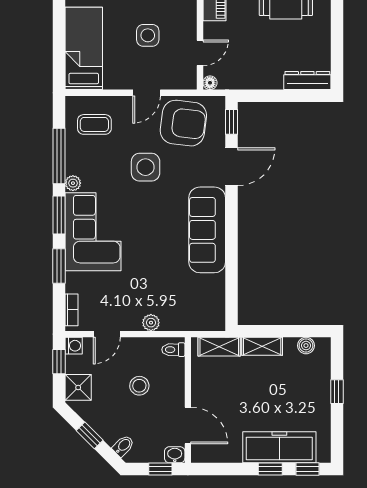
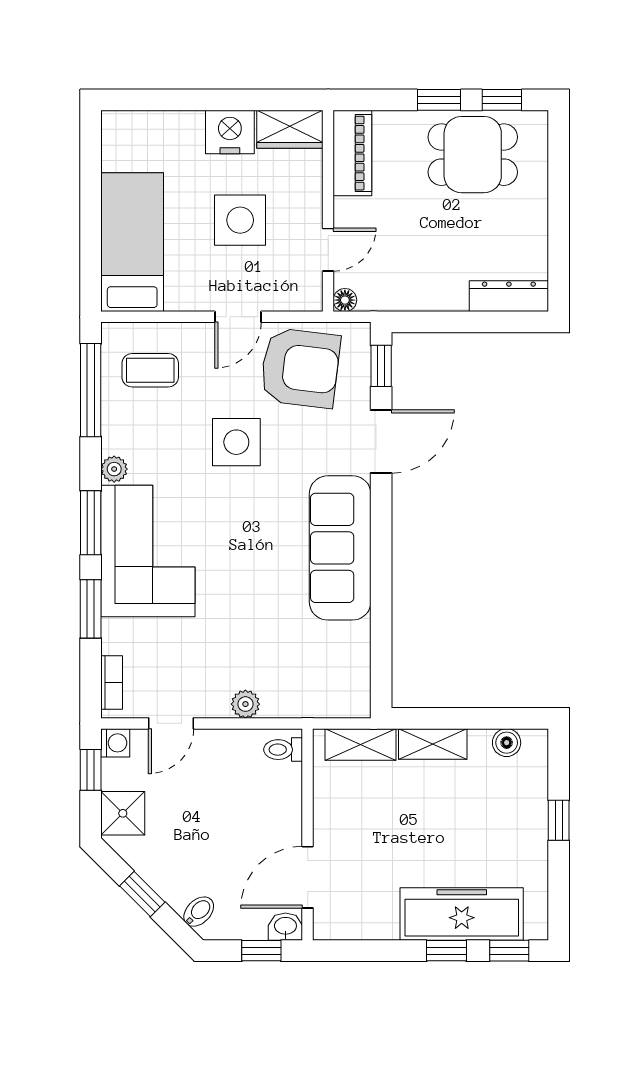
side table: (148, 35) -> (240, 220), width x1.37, depth x1.37
window: (59, 156) -> (91, 390), moved
stool: (139, 386) -> (226, 810), removed
door: (188, 425) -> (308, 877), swing flipped

